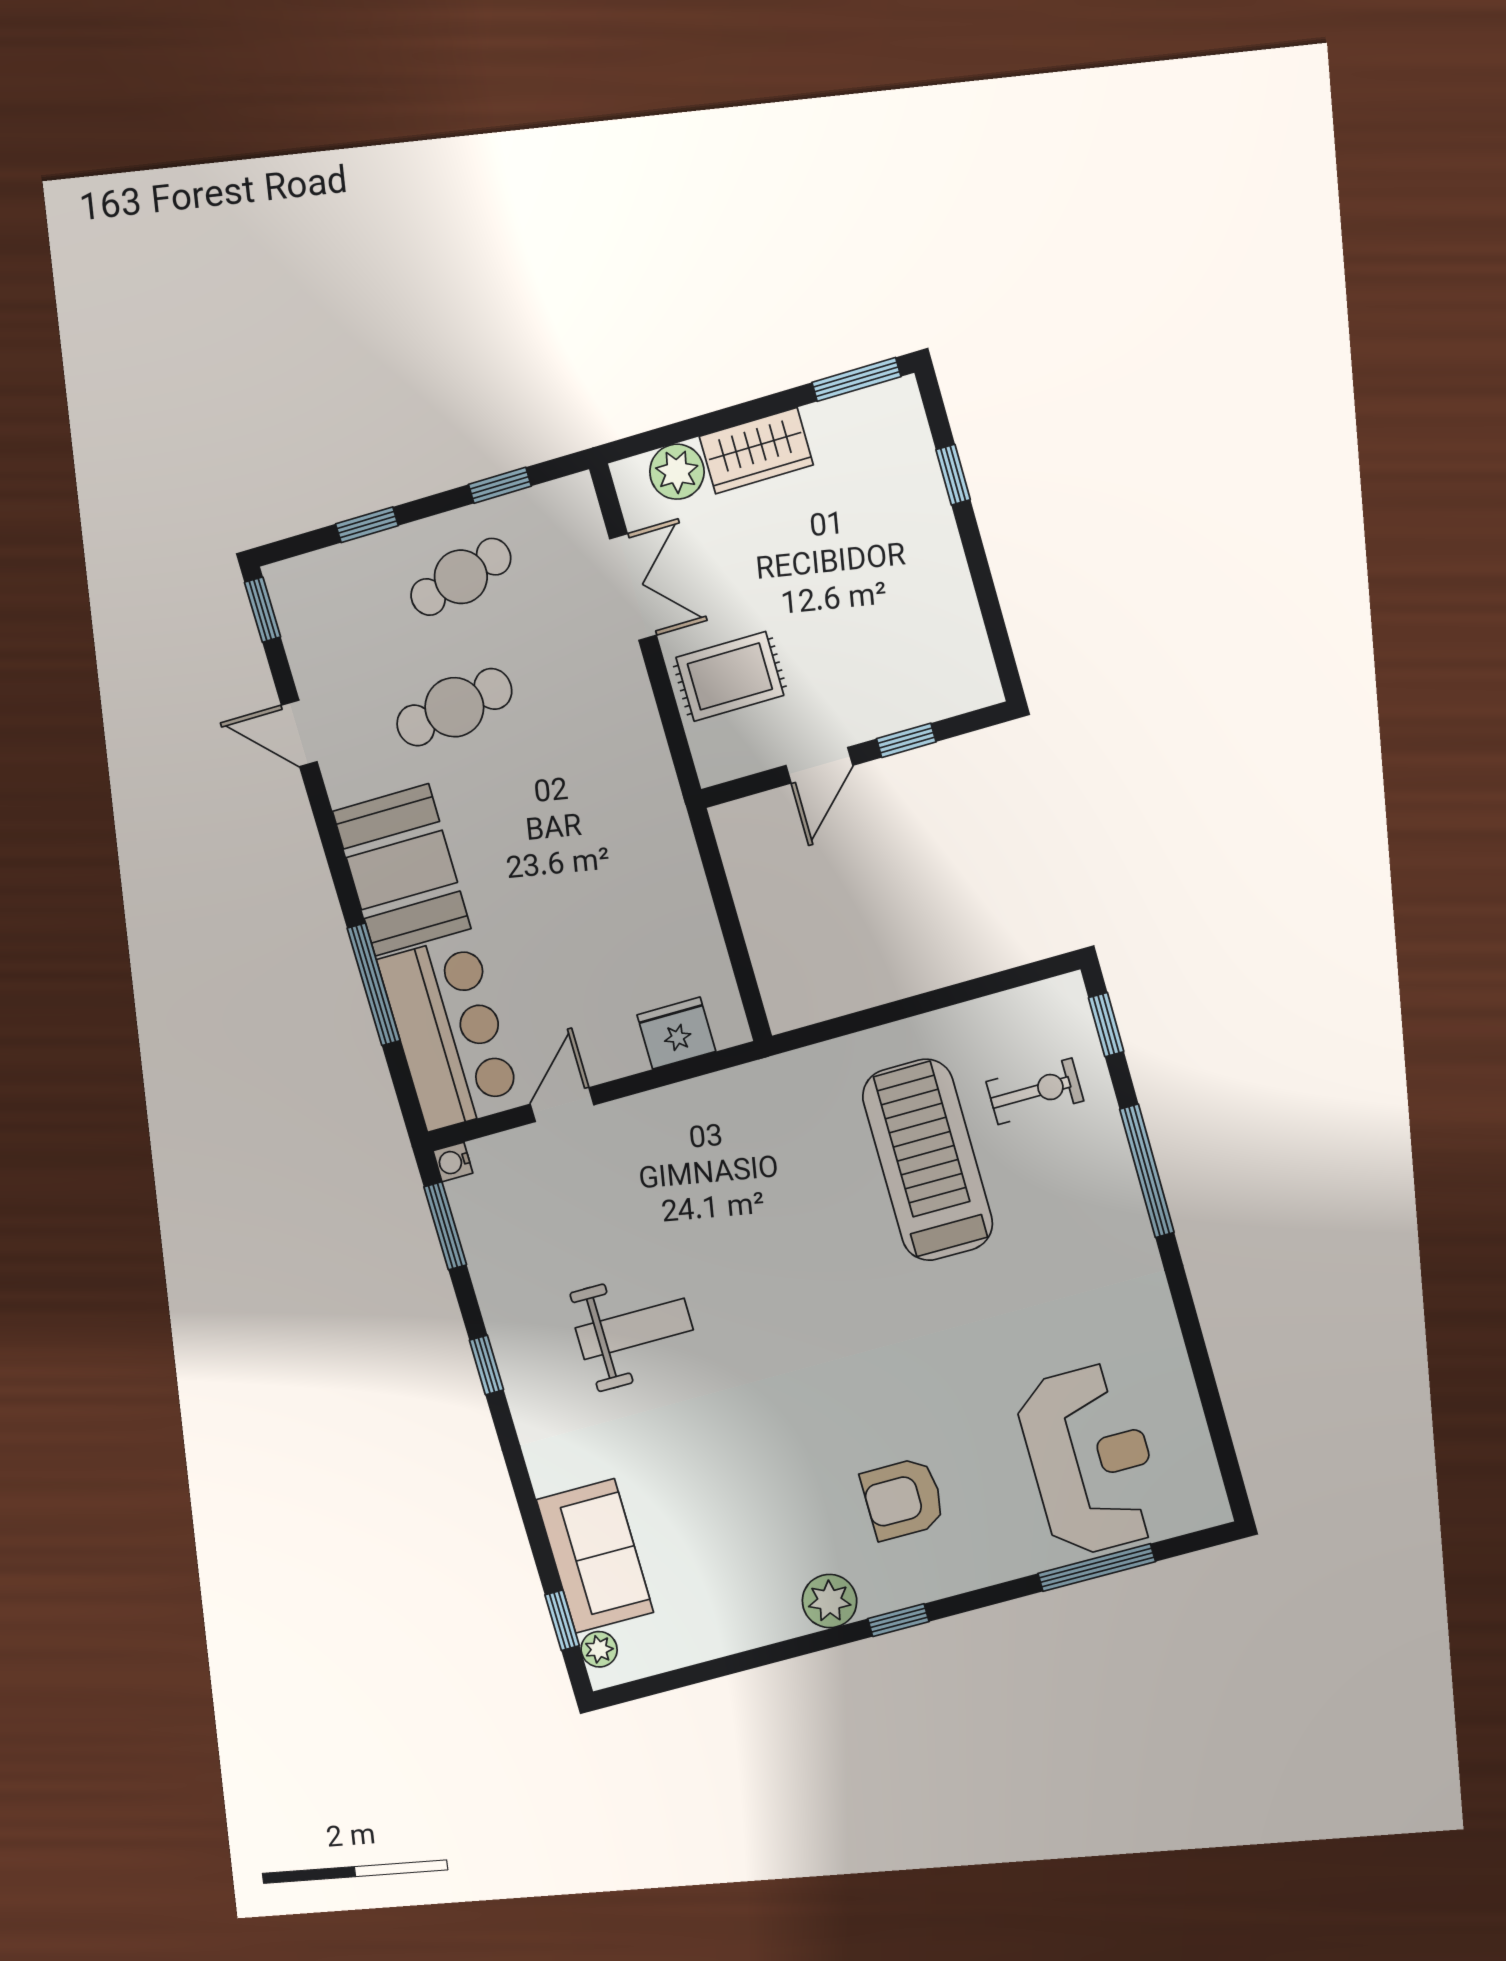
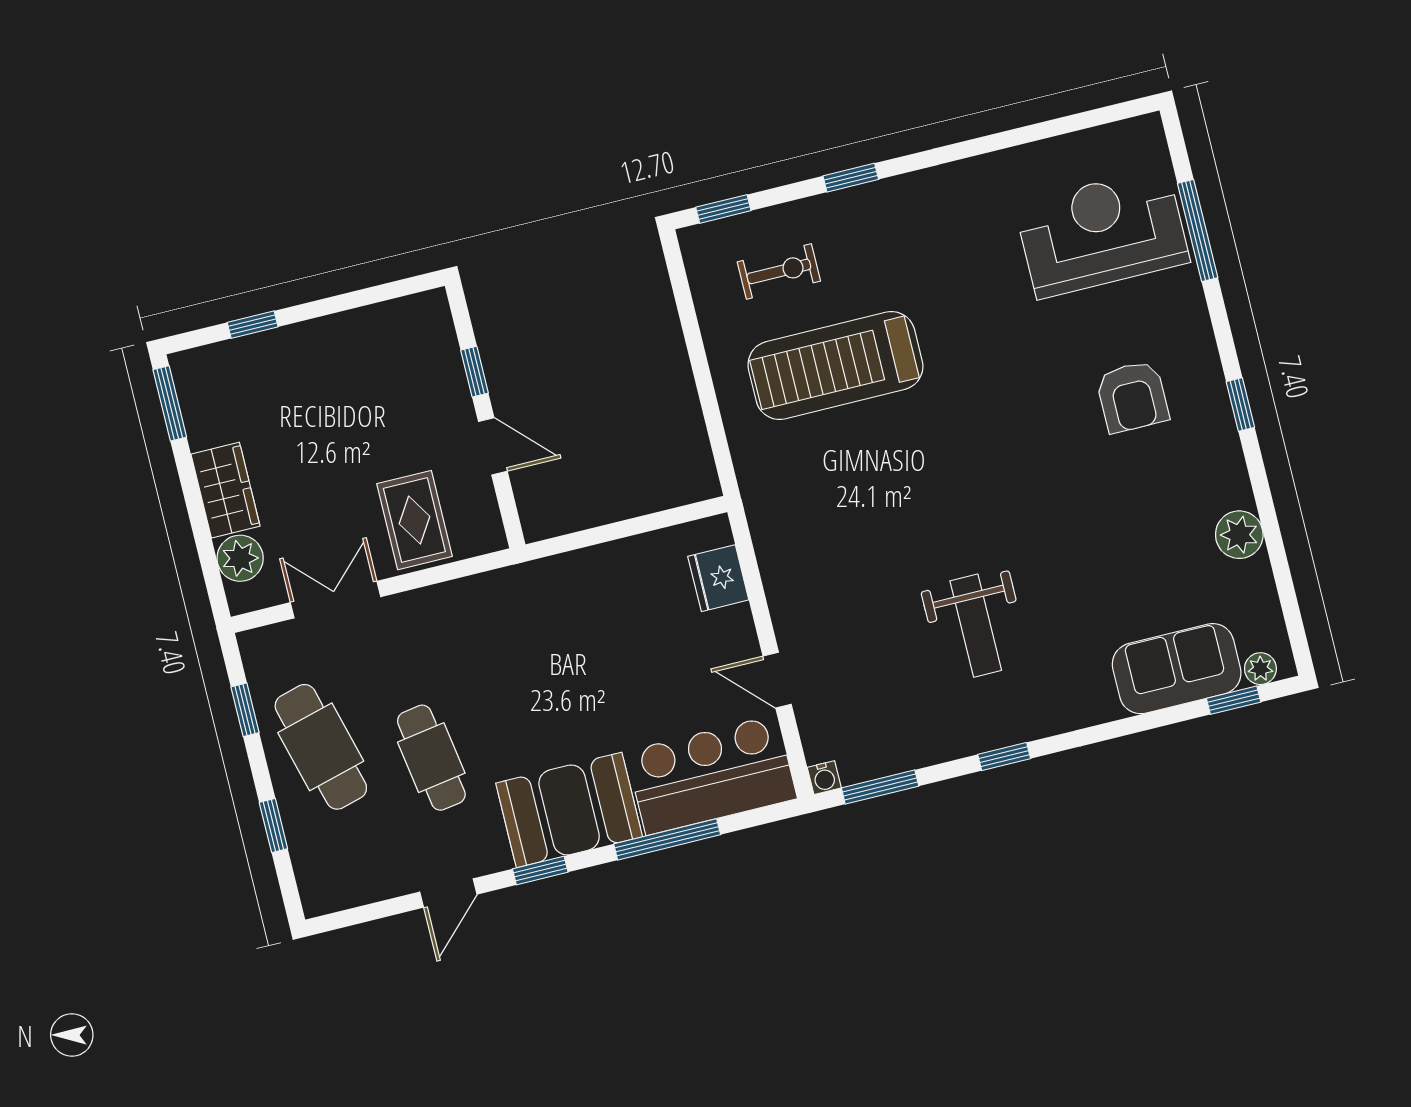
cafe table: (461, 577) -> (321, 747), width x1.37, depth x1.35
window: (263, 610) -> (540, 871), moved
exercise bike: (1035, 1091) -> (779, 271), turned 90
window: (1147, 1171) -> (851, 178), width x0.46
weight bench: (634, 1329) -> (976, 626), turned 180
plant: (830, 1601) -> (1239, 535), moved

